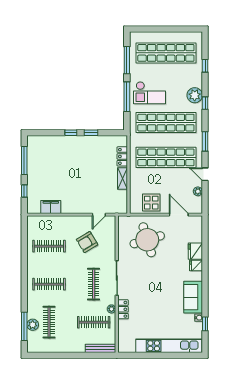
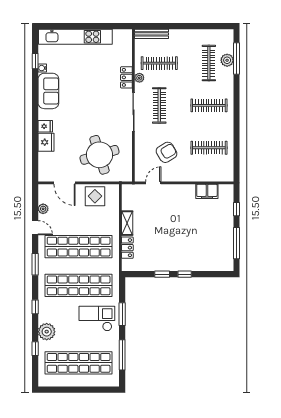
plant: (195, 95) -> (47, 332), moved
window: (127, 97) -> (122, 314), width x0.69

